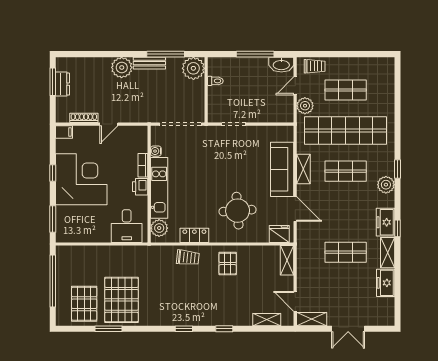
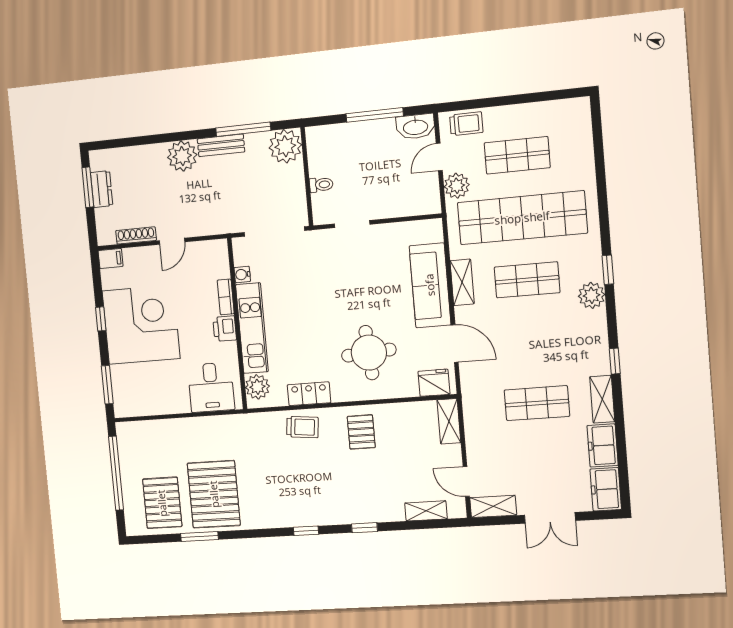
toilet: (215, 81) -> (321, 185), moved
freezer: (385, 222) -> (606, 489), moved

